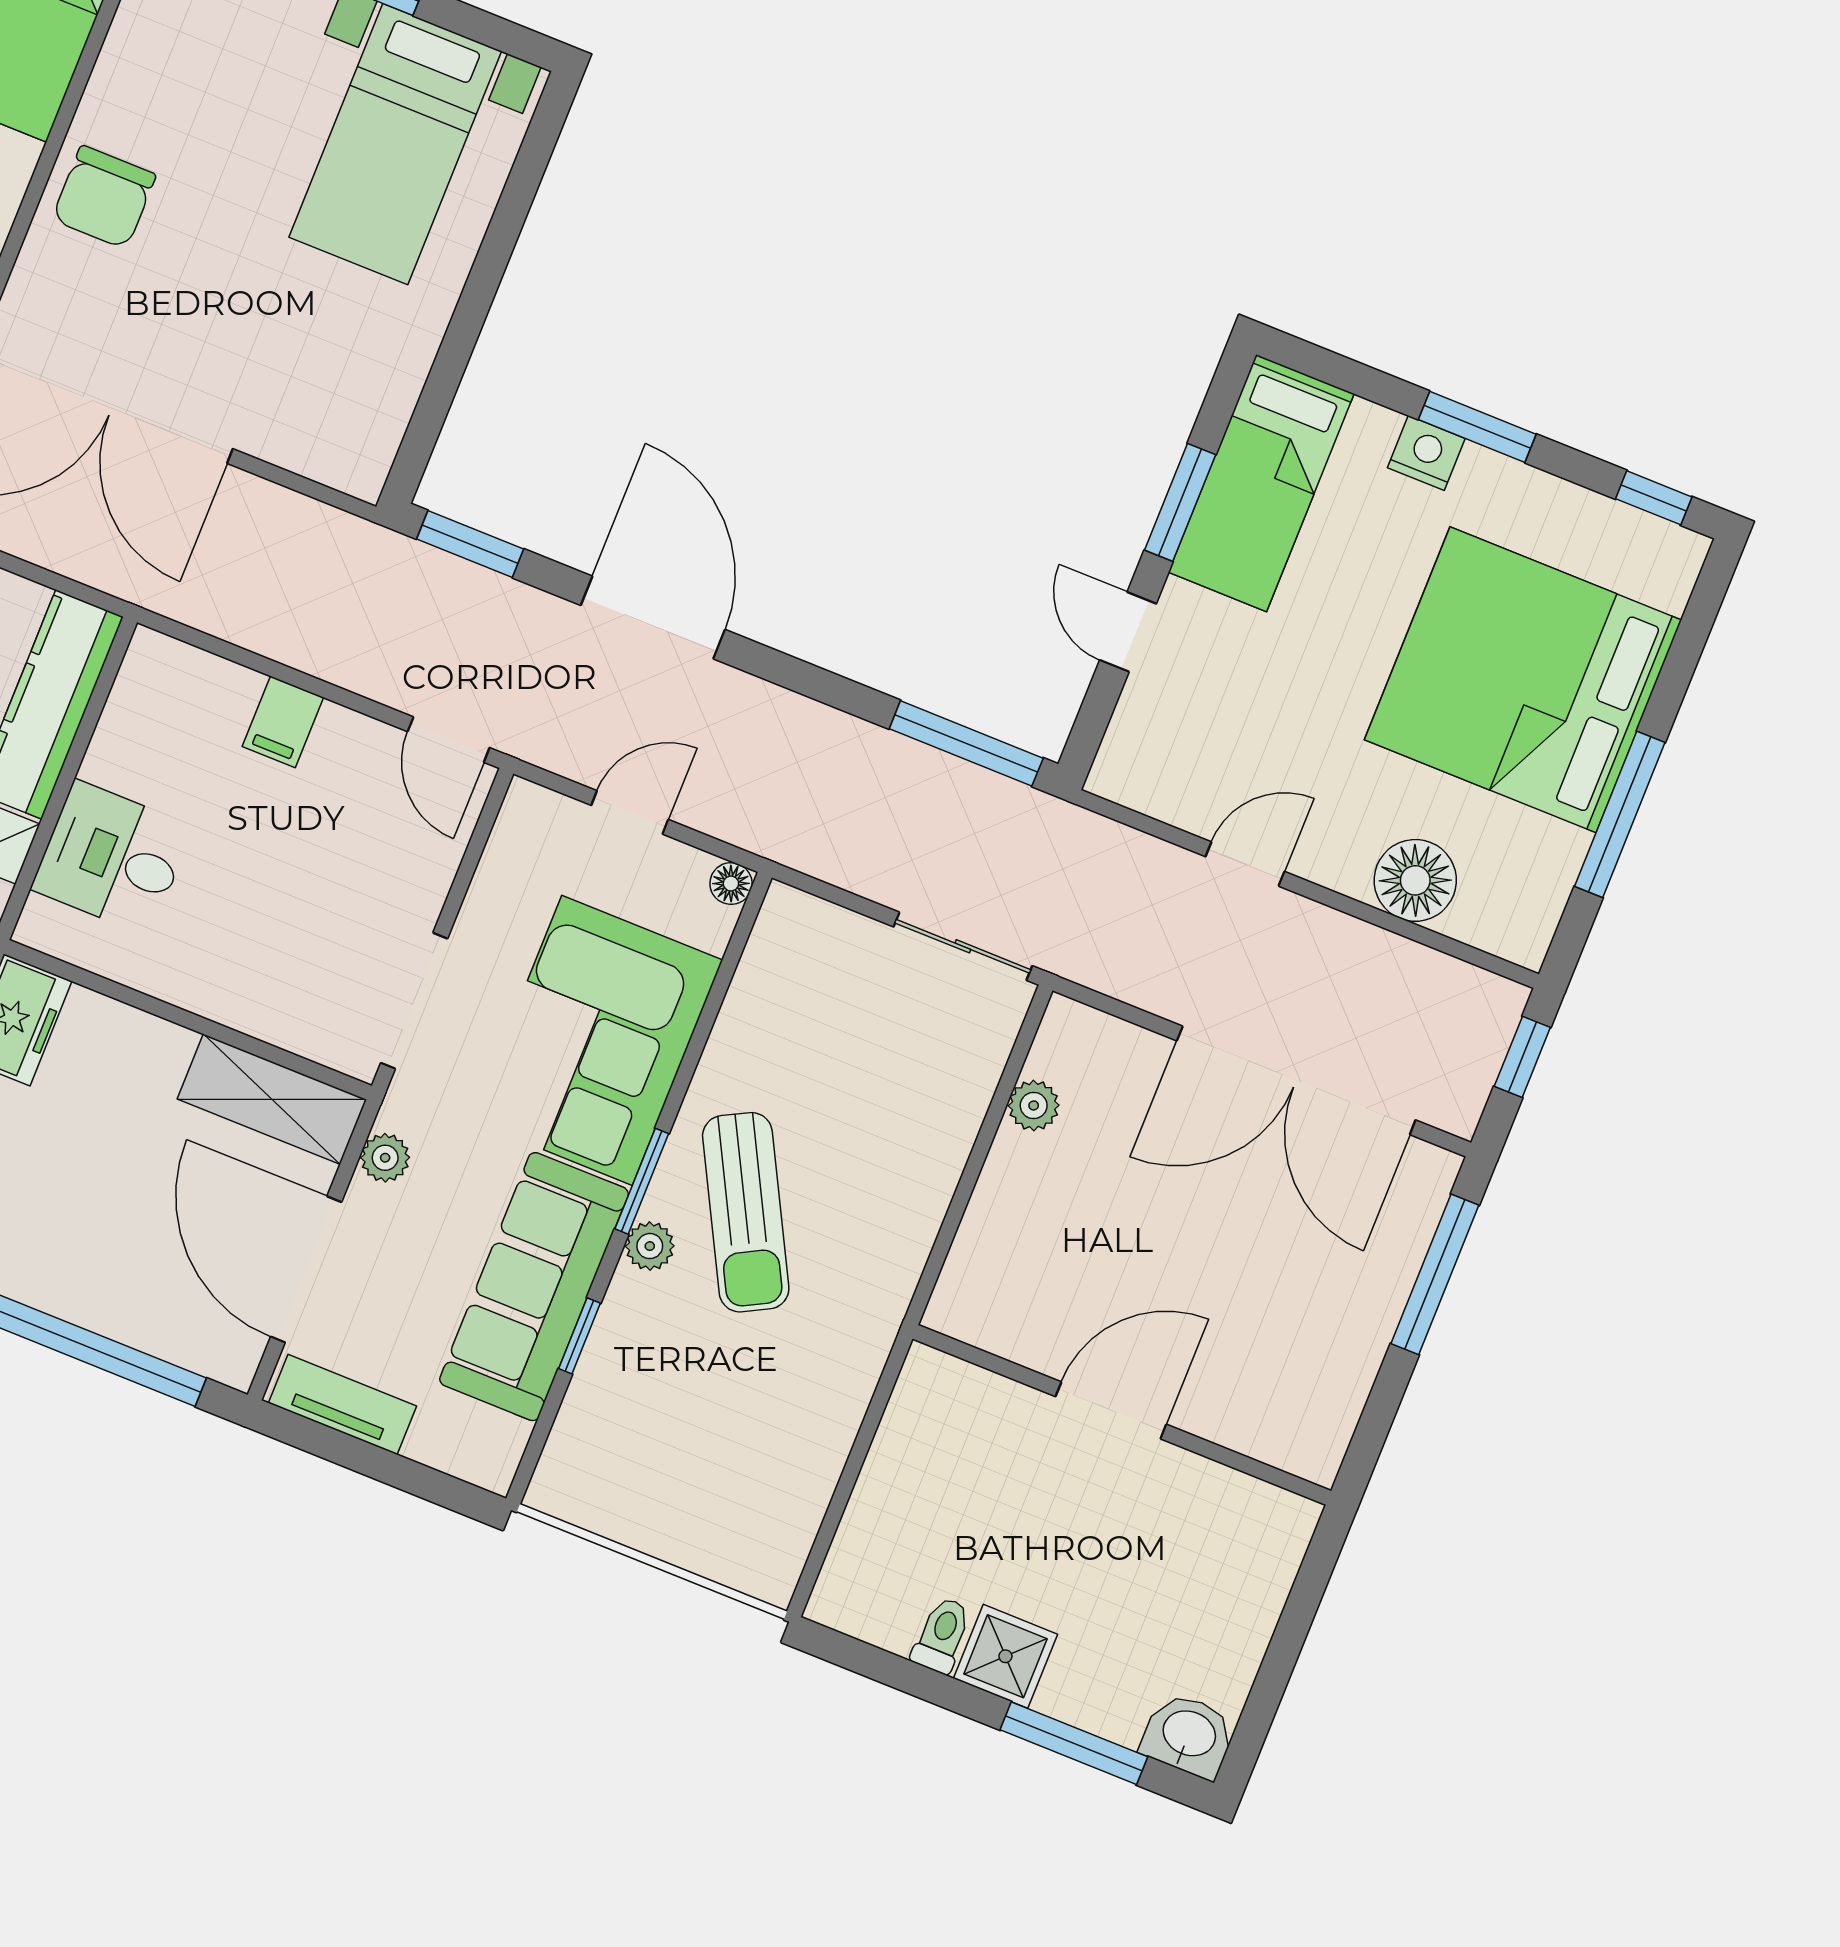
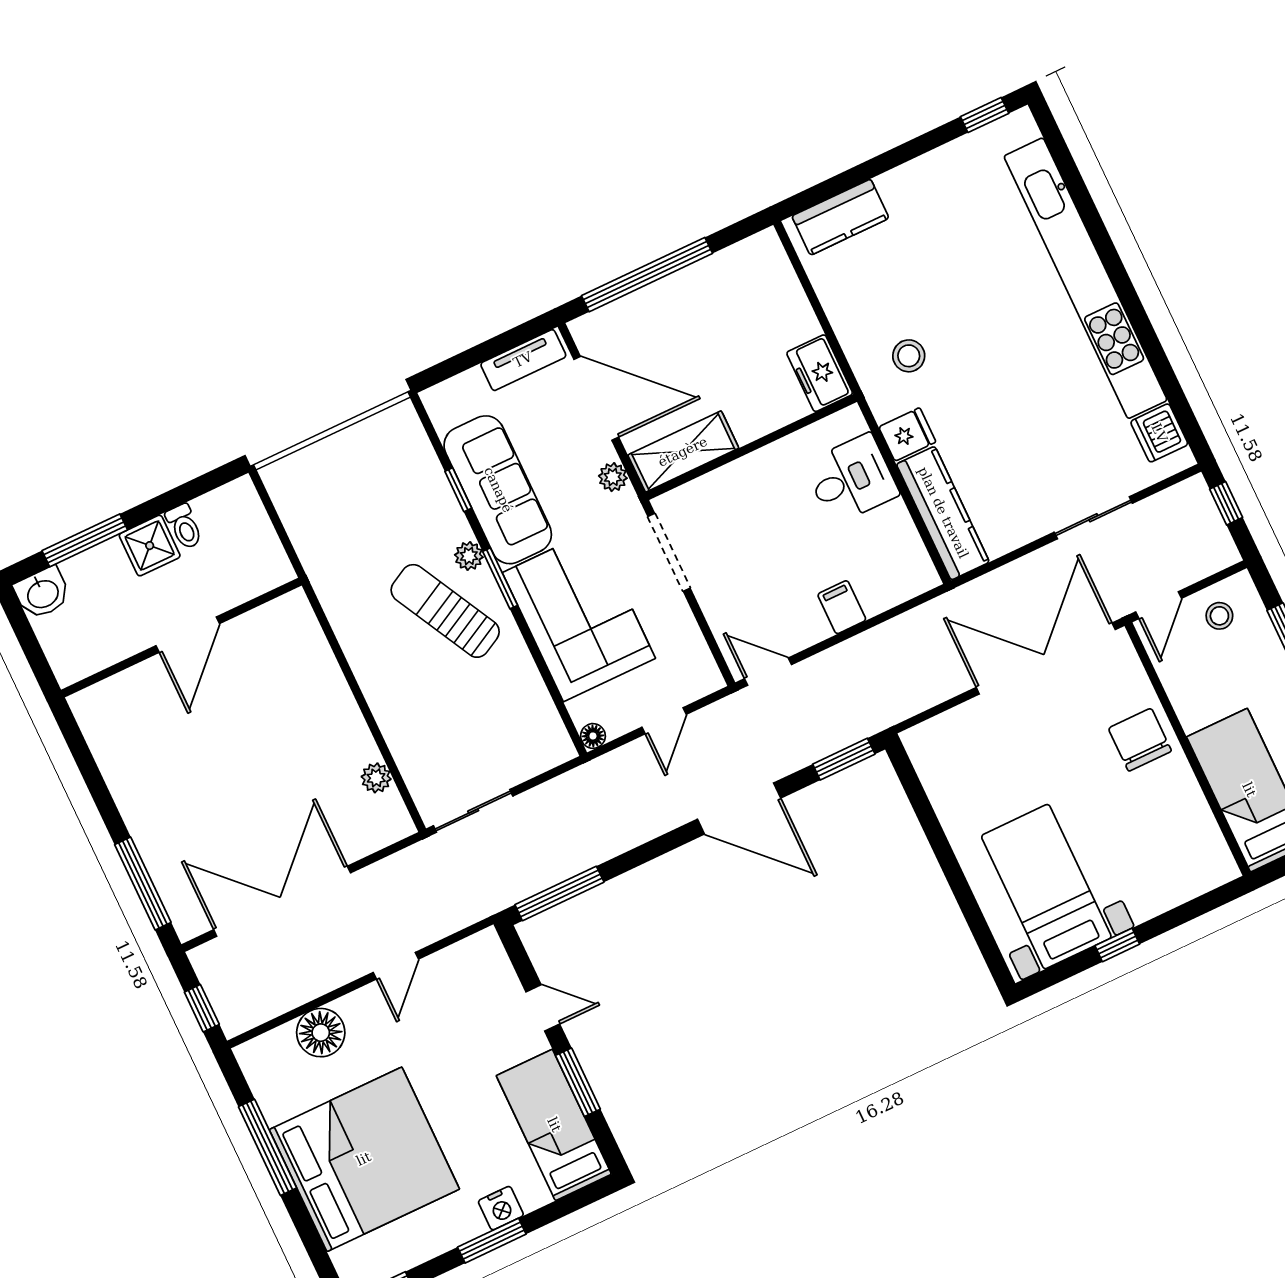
door: (1111, 1410) -> (188, 635), moved
wall: (1122, 1415) -> (181, 638), moved

